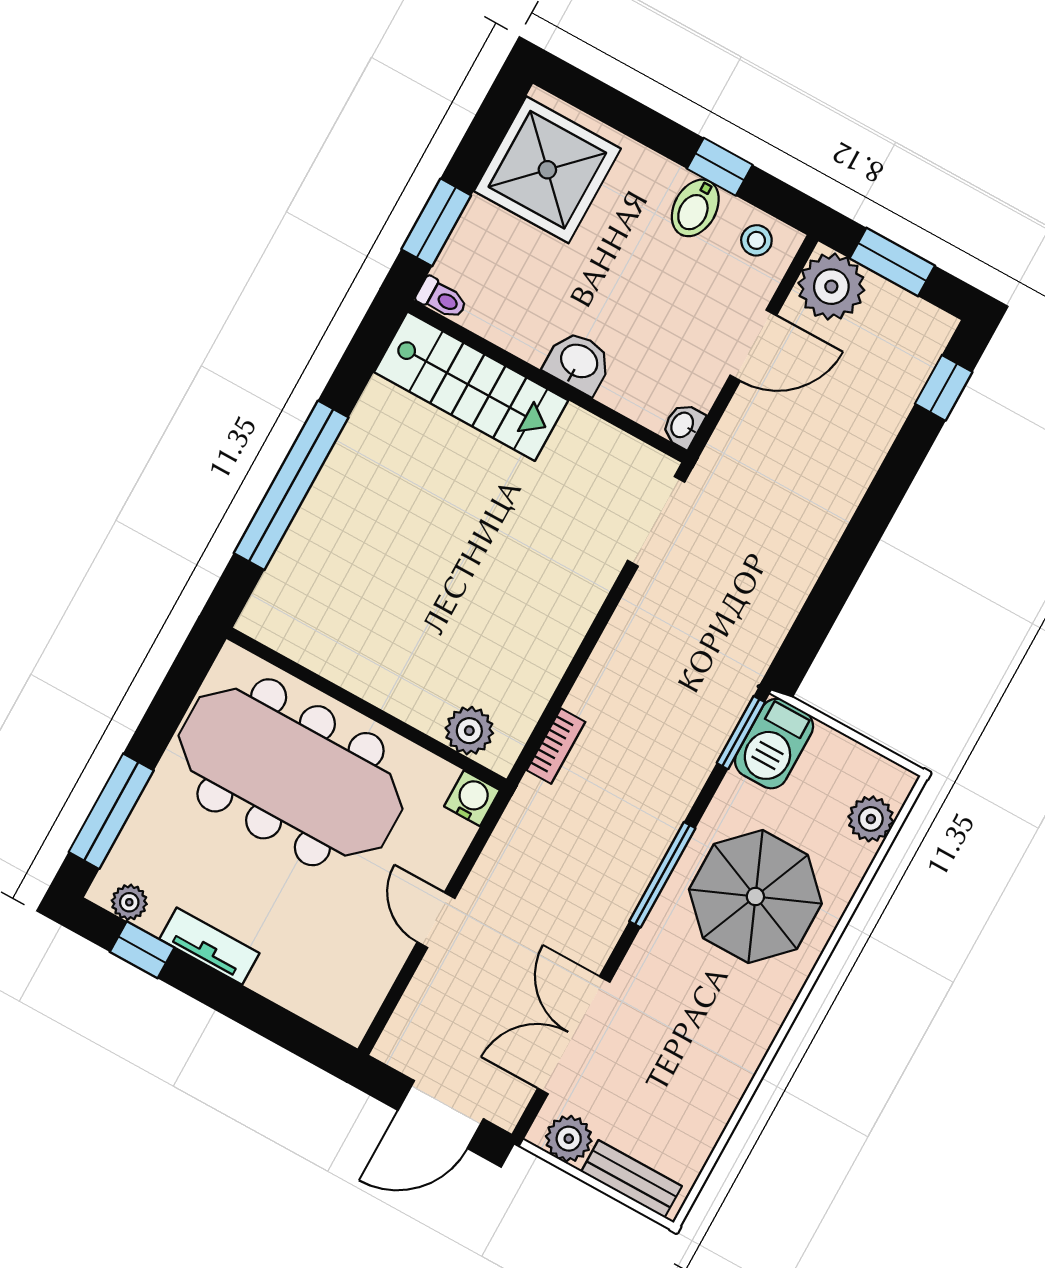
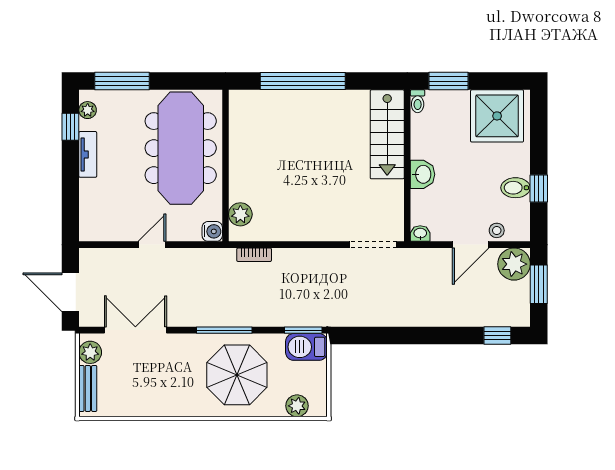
stool: (756, 240) -> (497, 230), moved
door: (753, 345) -> (471, 245), hinge flipped

